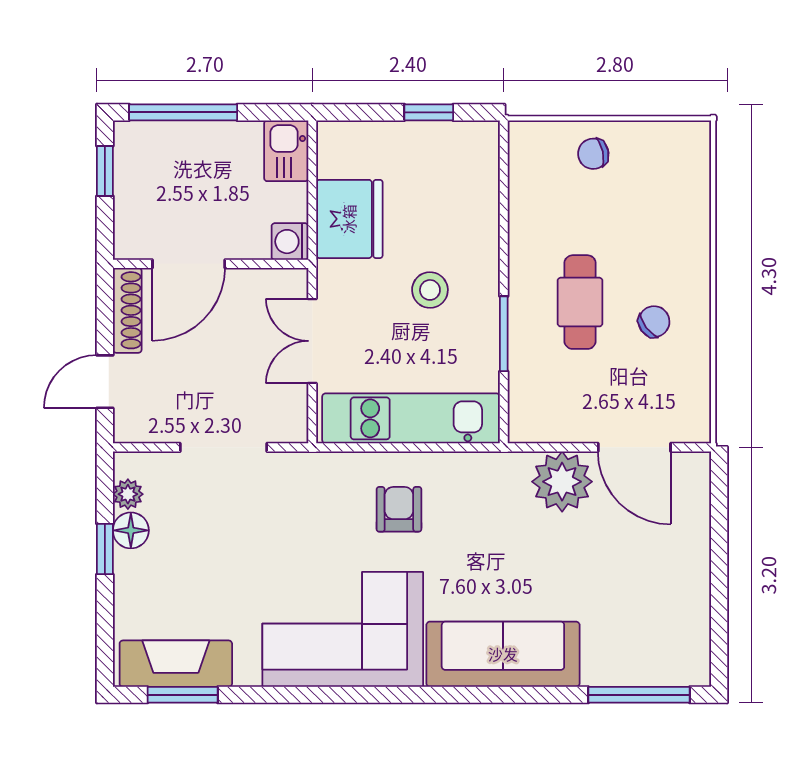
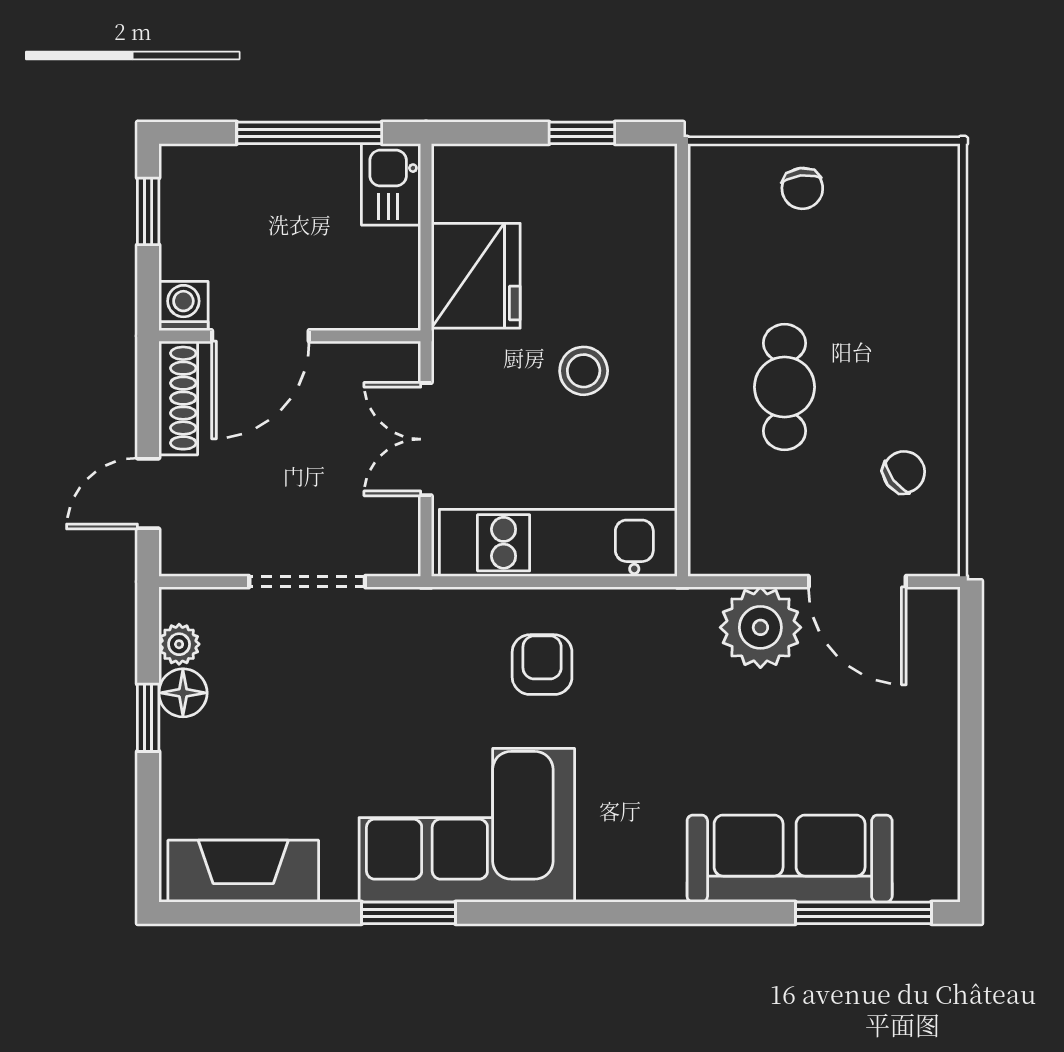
window: (183, 112) -> (309, 133), moved
chair: (593, 154) -> (802, 188), turned -85
washing machine: (290, 242) -> (183, 306), moved, turned 90
chair: (654, 322) -> (904, 472), moved
window: (504, 334) -> (682, 429), removed
sofa: (503, 654) -> (790, 859), moved
window: (183, 695) -> (408, 913), moved

